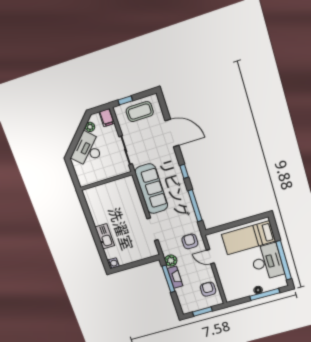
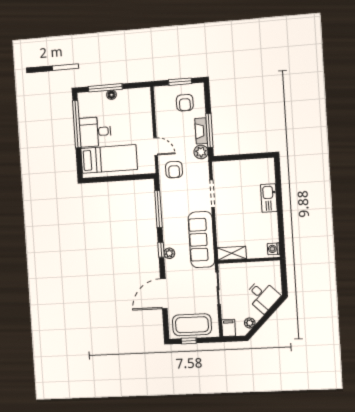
window: (125, 100) -> (189, 341), moved
coffee table: (140, 112) -> (192, 325), width x1.36, depth x1.32
door: (172, 133) -> (164, 294), hinge flipped
desk: (88, 150) -> (262, 296), width x0.73
plant: (176, 170) -> (169, 253), added
shelving: (122, 183) -> (232, 253), added
desk: (267, 262) -> (95, 132), width x0.73
washing machine: (113, 263) -> (274, 249), moved
armchair: (208, 289) -> (185, 103), moved

